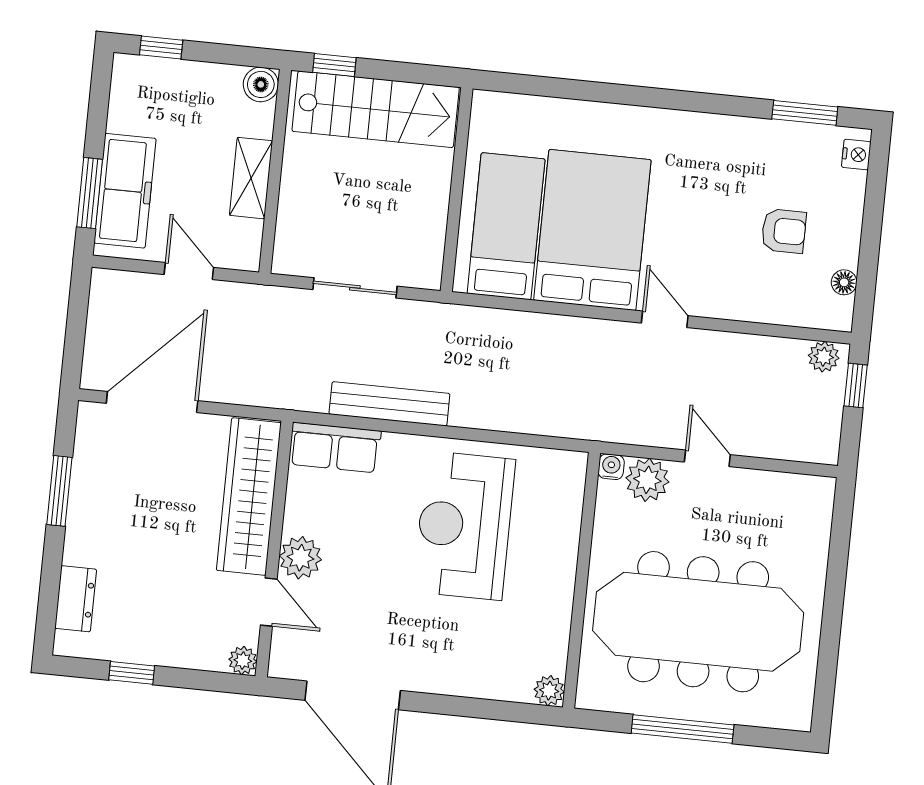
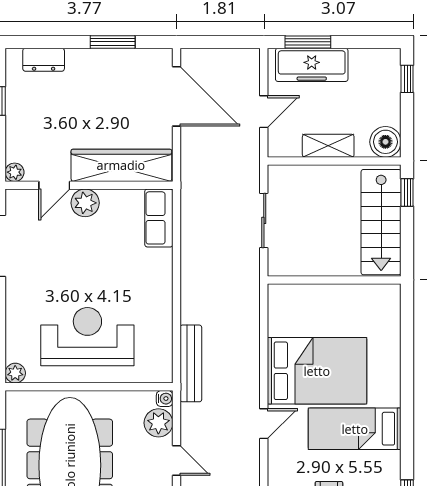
boiler: (261, 84) -> (385, 142), width x1.36, depth x1.36
bed: (506, 226) -> (355, 429), moved, turned 180
bench: (389, 404) -> (191, 363), moved
door: (707, 458) -> (176, 460), hinge flipped
reception desk: (464, 526) -> (87, 337), moved

